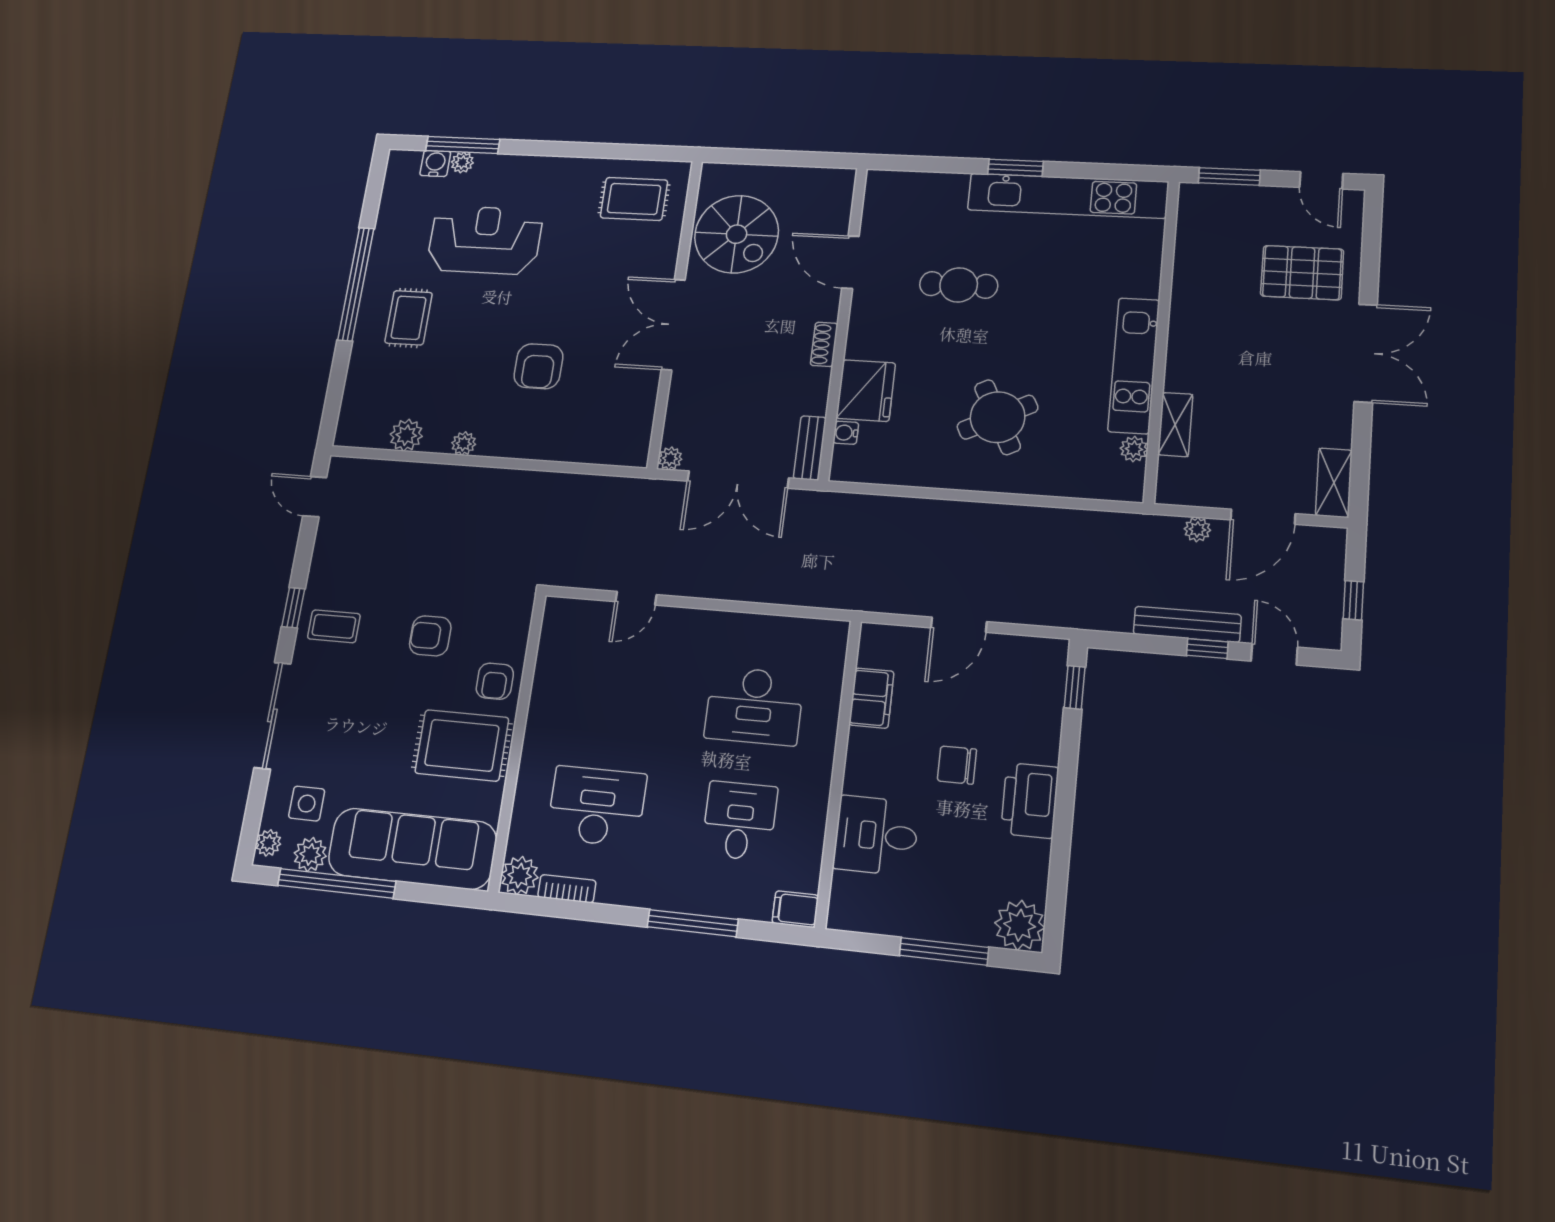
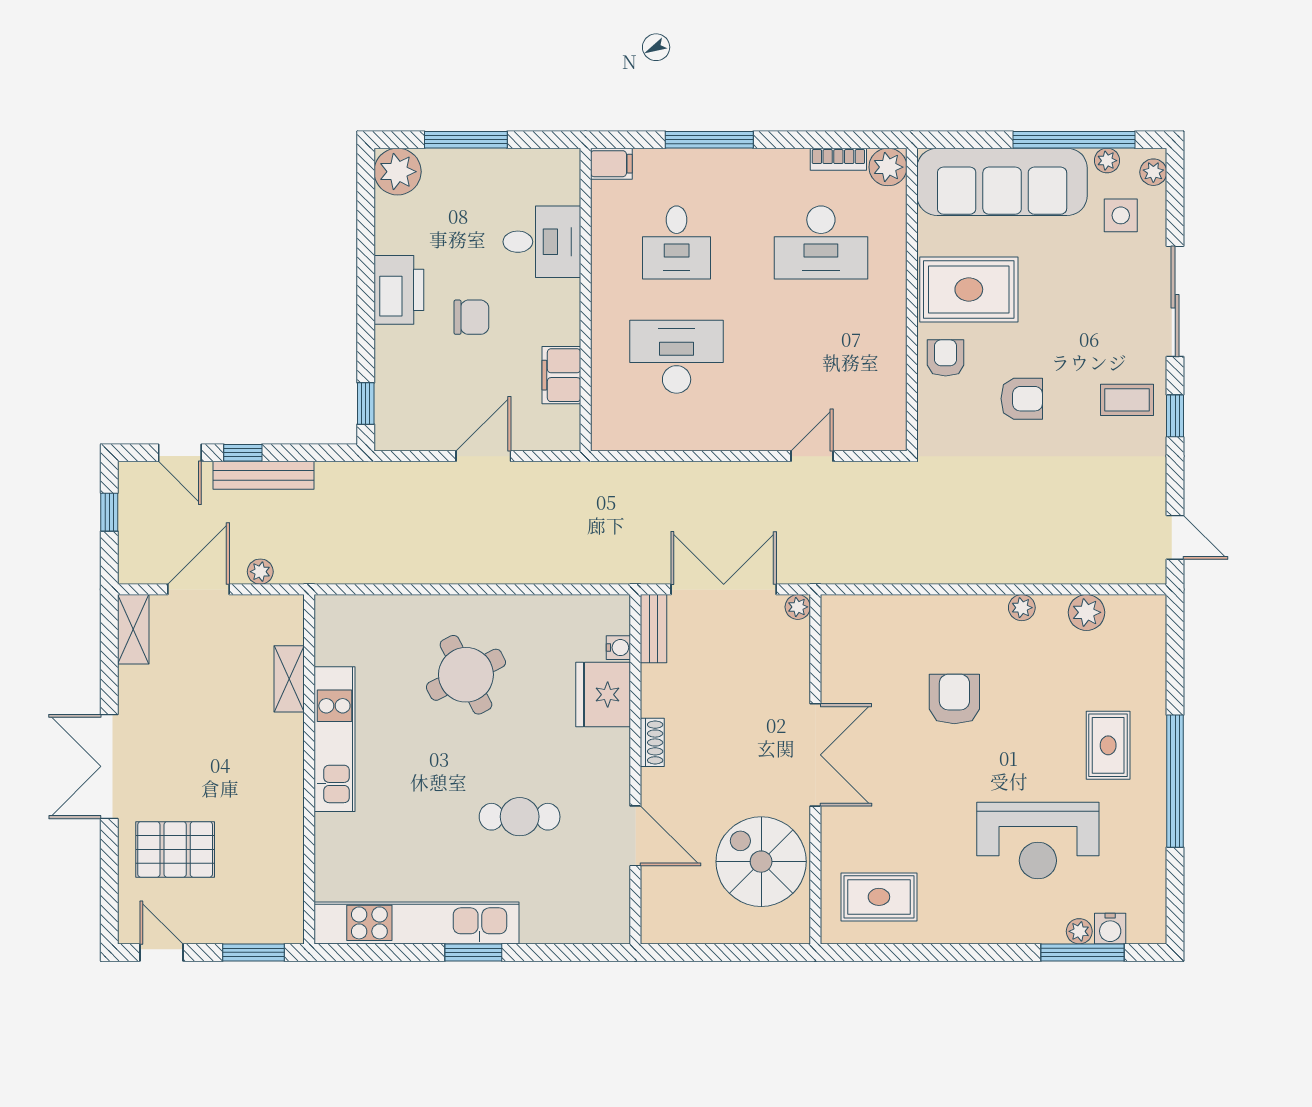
plant: (1134, 449) -> (328, 650), removed
plant: (310, 855) -> (1107, 161), width x0.73, depth x0.73

